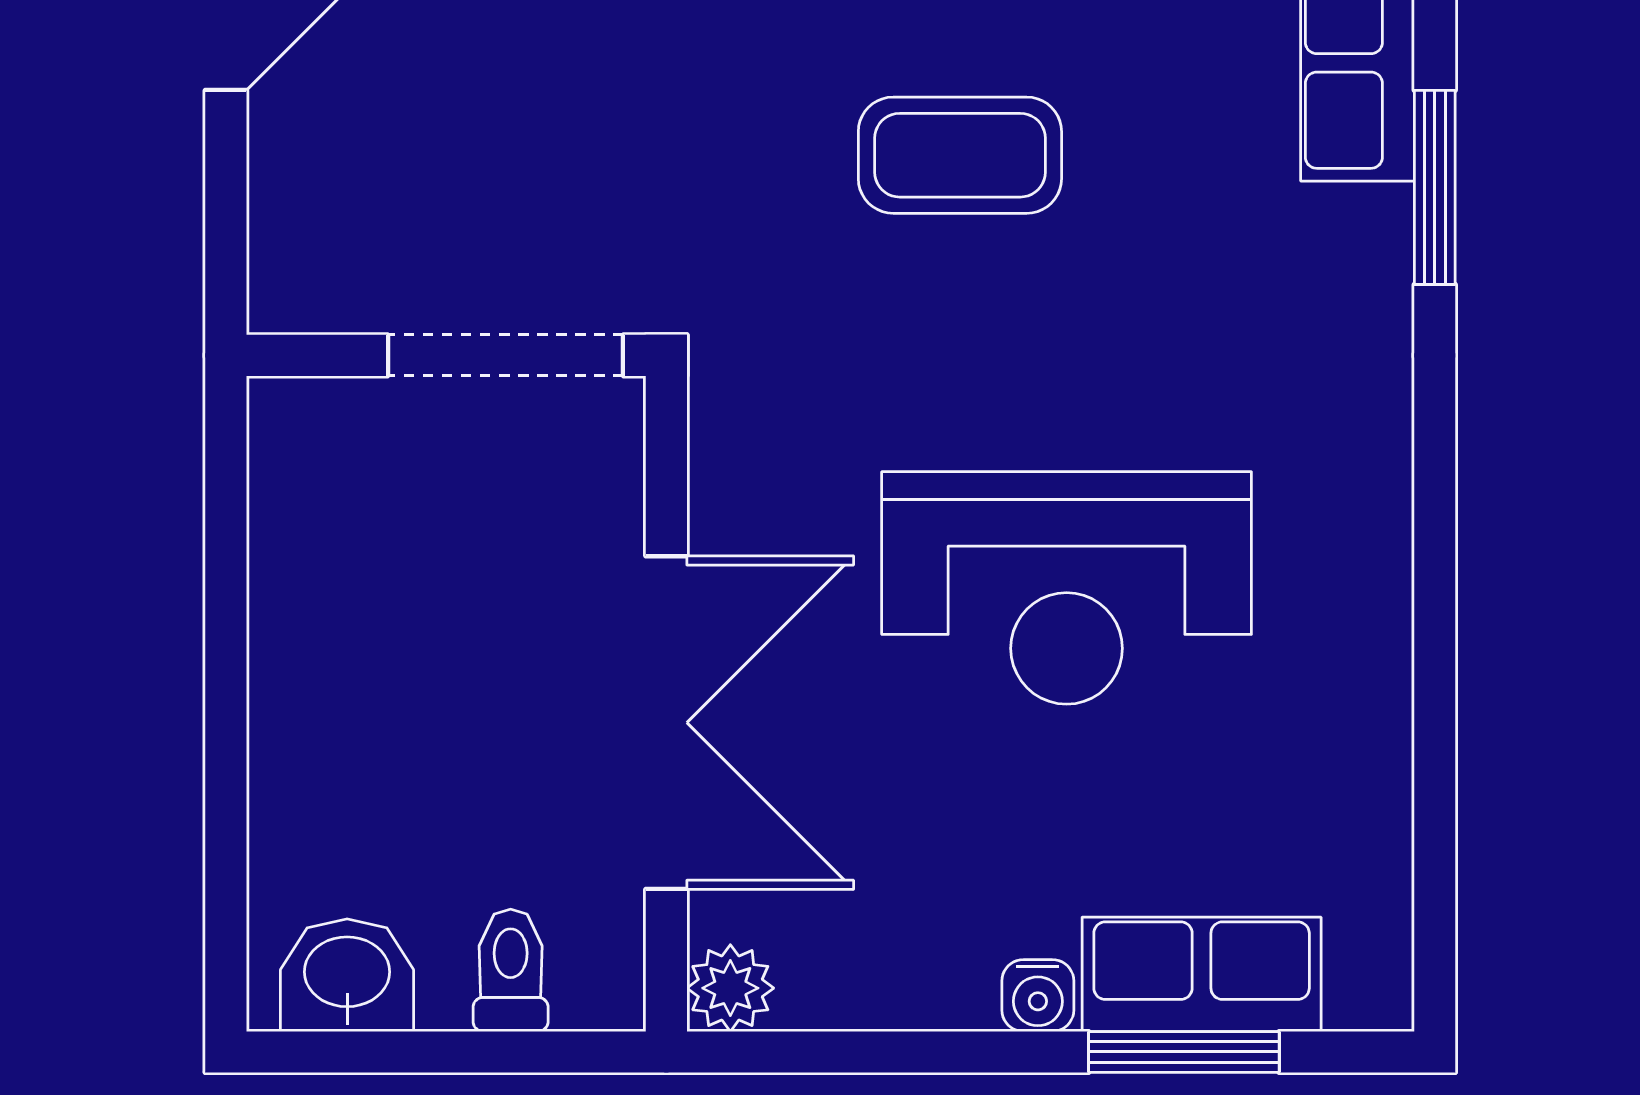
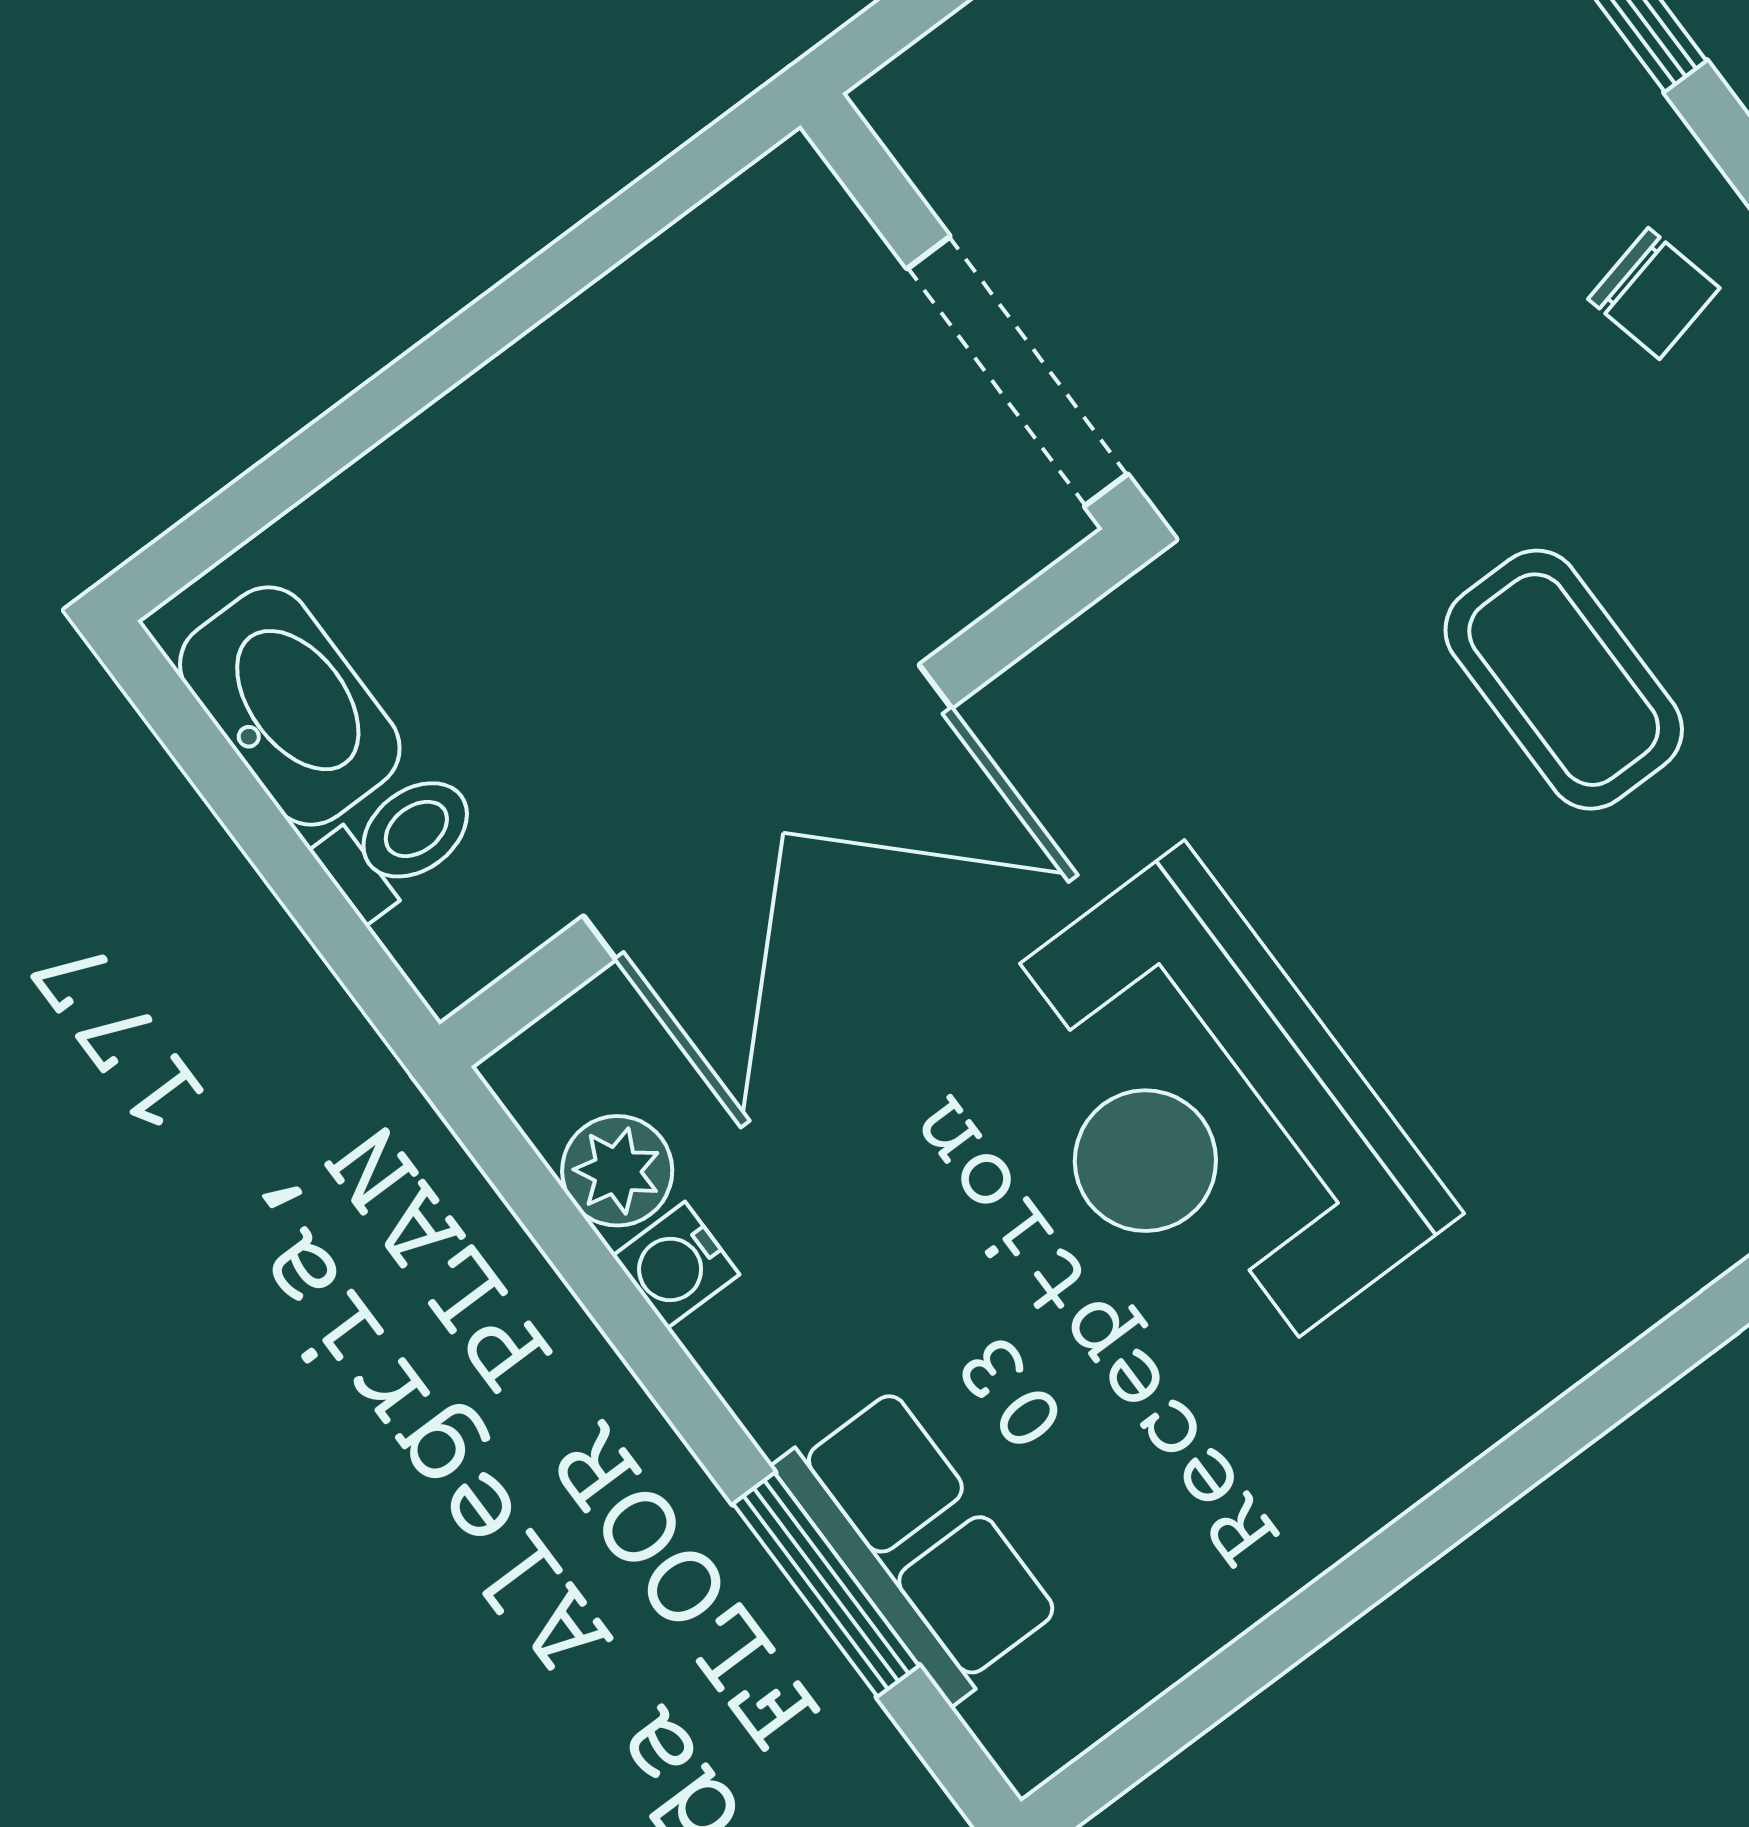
washbasin: (347, 975) -> (290, 706), width x1.38
plant: (730, 988) -> (617, 1171), moved
water cooler: (1038, 996) -> (676, 1265), moved

